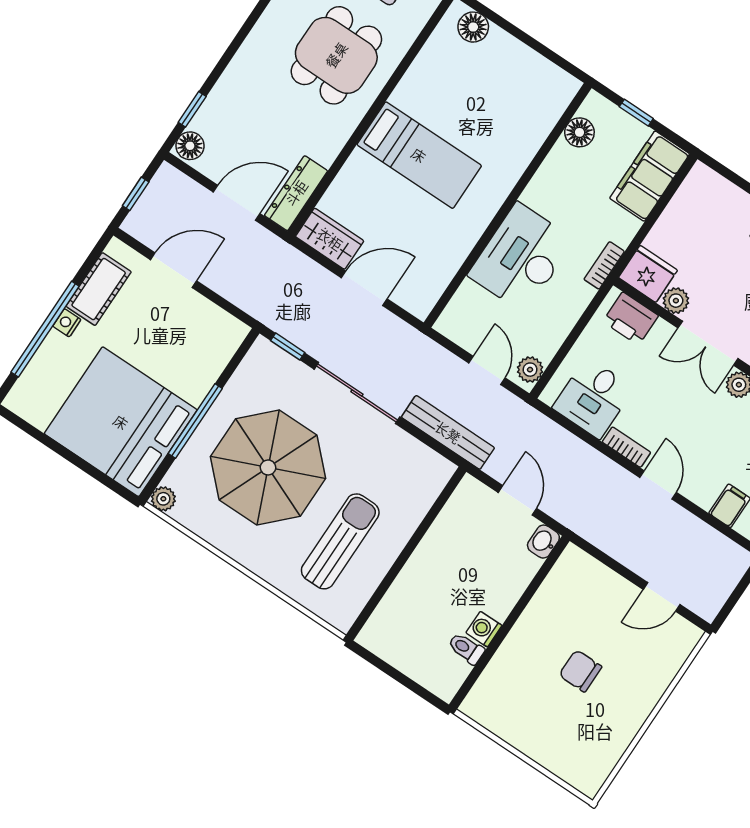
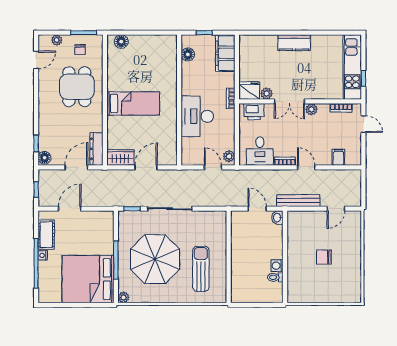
bench: (448, 432) -> (298, 201), moved

